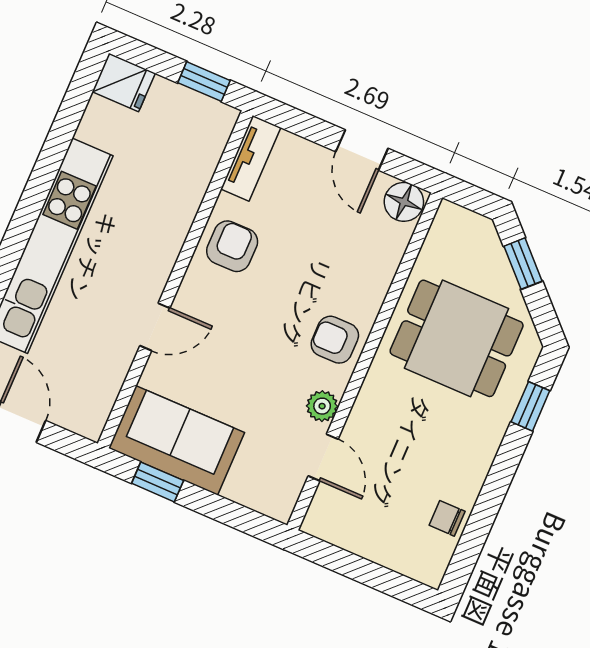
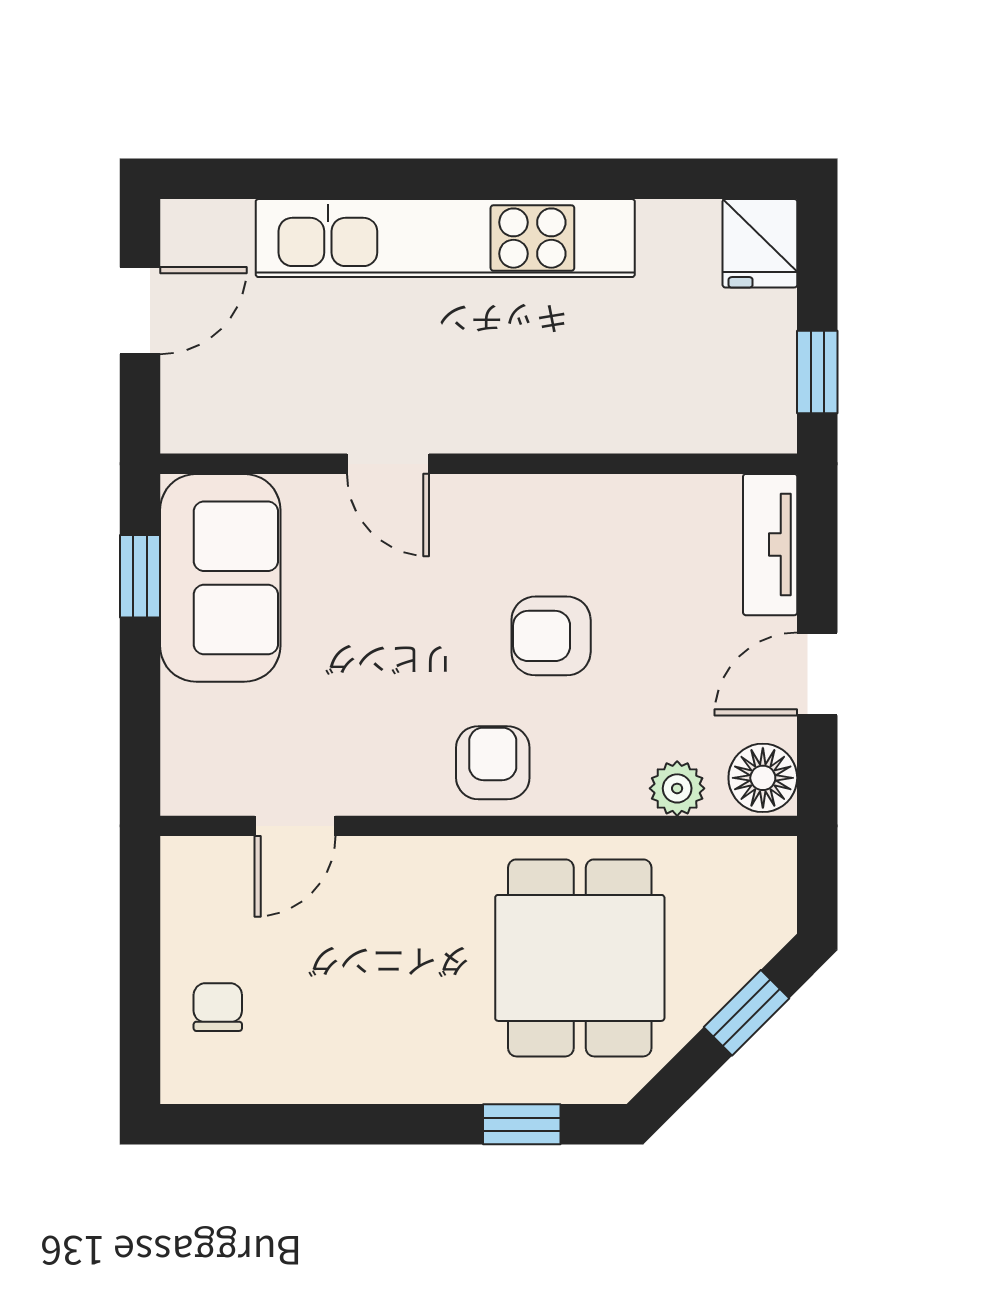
tv unit: (251, 158) -> (770, 545), moved, turned 90
armchair: (232, 246) -> (551, 636), moved, turned 180
plant: (322, 406) -> (677, 788), moved
chair: (447, 518) -> (218, 1007), moved

